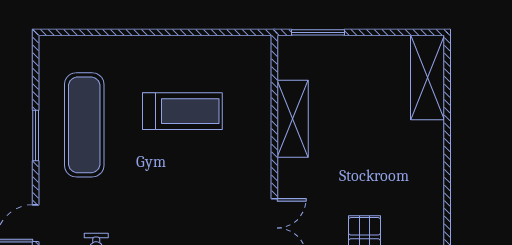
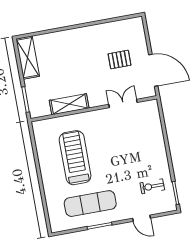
shelving: (427, 77) -> (28, 58), moved, turned 90
treadmill: (182, 111) -> (75, 158), width x1.37, depth x1.38

